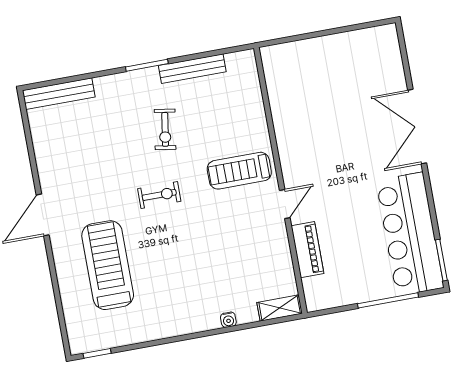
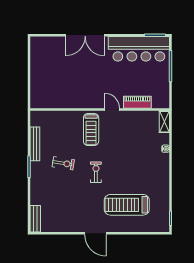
bench: (59, 94) -> (35, 219), width x0.73

